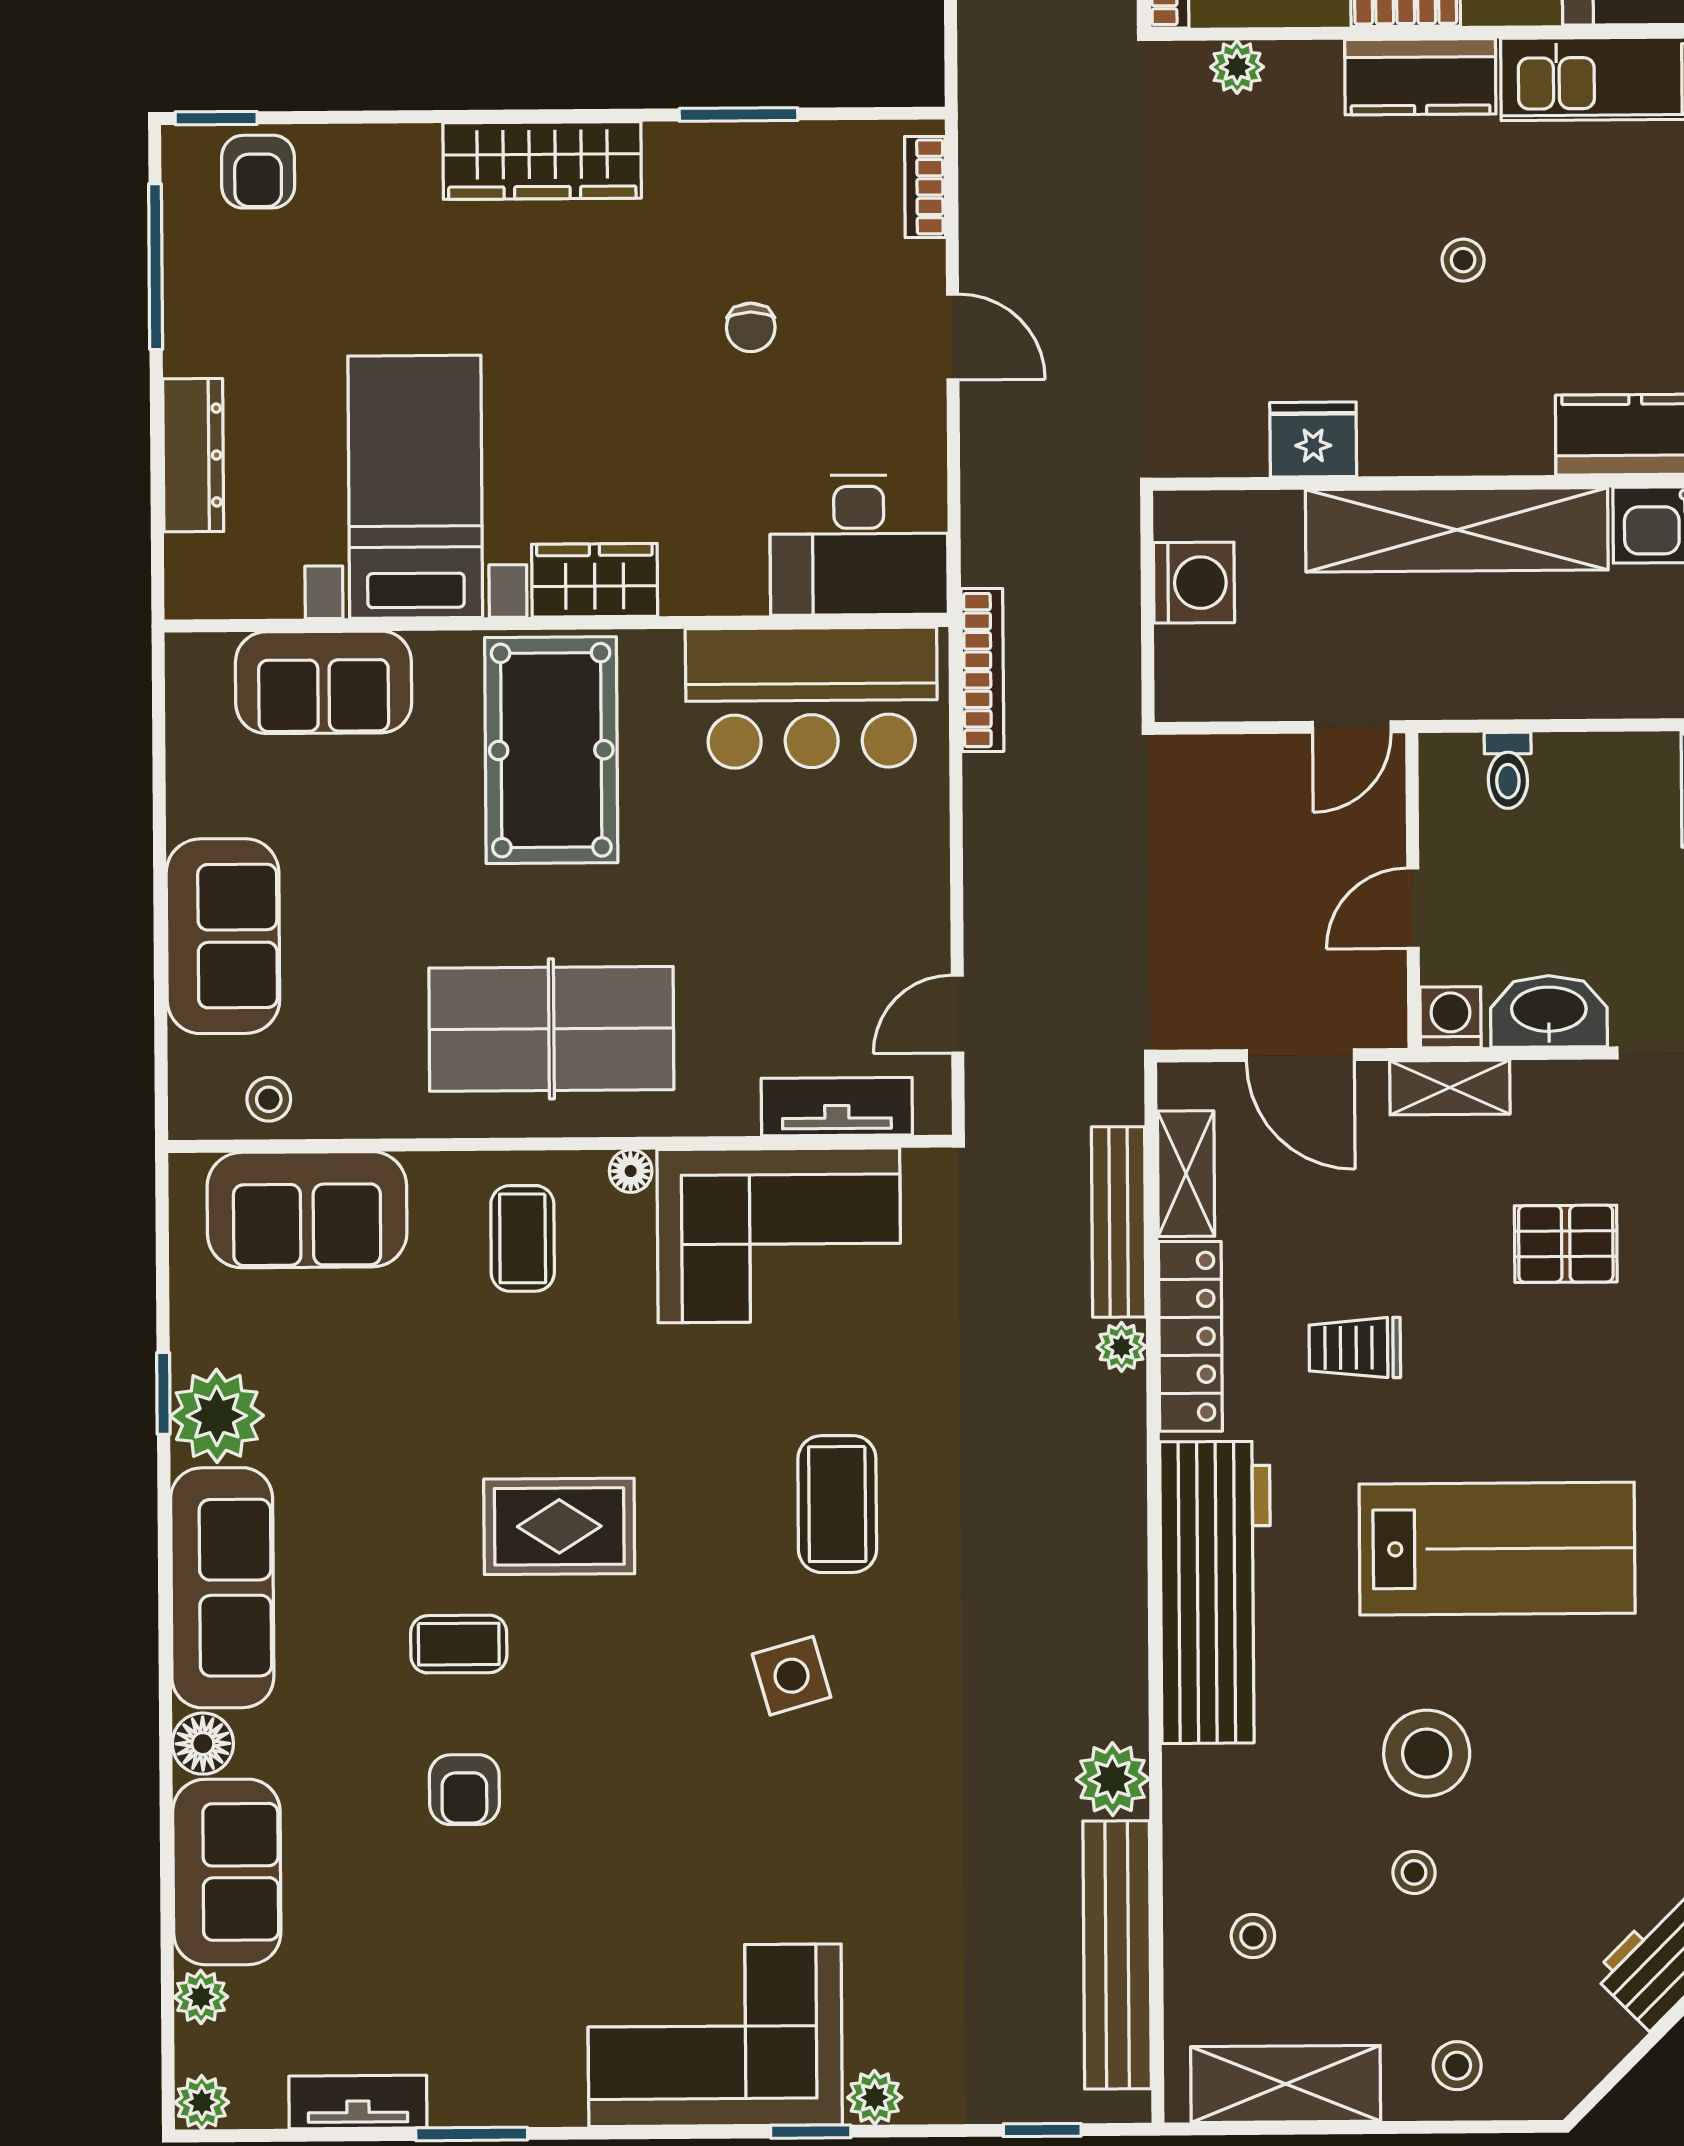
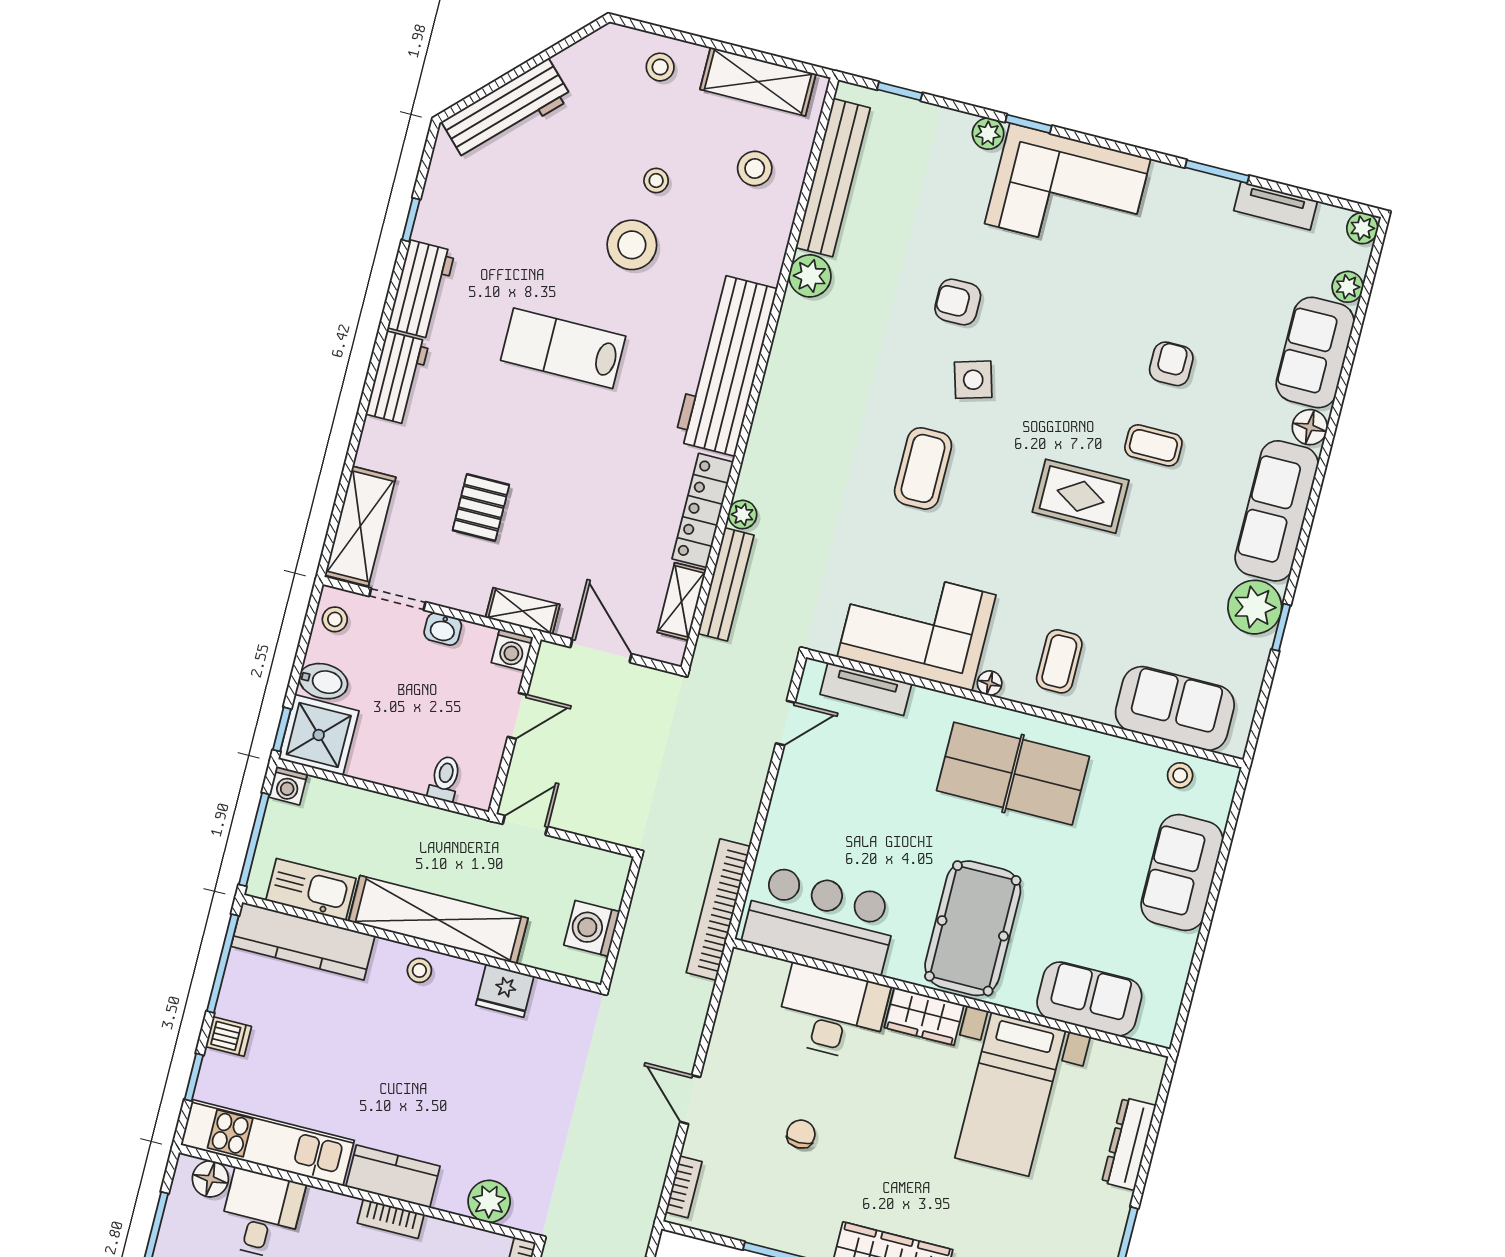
plant: (1237, 67) -> (489, 1201), width x1.38, depth x1.38
stool: (1463, 260) -> (419, 970), moved
desk: (859, 545) -> (832, 1013), moved
bookcase: (982, 670) -> (718, 910), width x1.48, depth x1.31
washbasin: (1549, 1011) -> (443, 629), width x0.52, depth x0.69
pallet: (1566, 1244) -> (481, 508), turned 90
trolley: (1355, 1348) -> (613, 480), removed
lab bench: (1497, 1549) -> (563, 348), width x0.73, depth x0.72
armchair: (852, 1800) -> (958, 302), added
stool: (1253, 1936) -> (755, 168), width x1.37, depth x1.37

